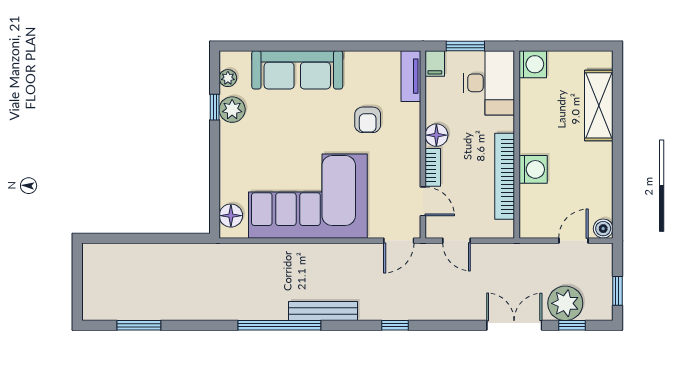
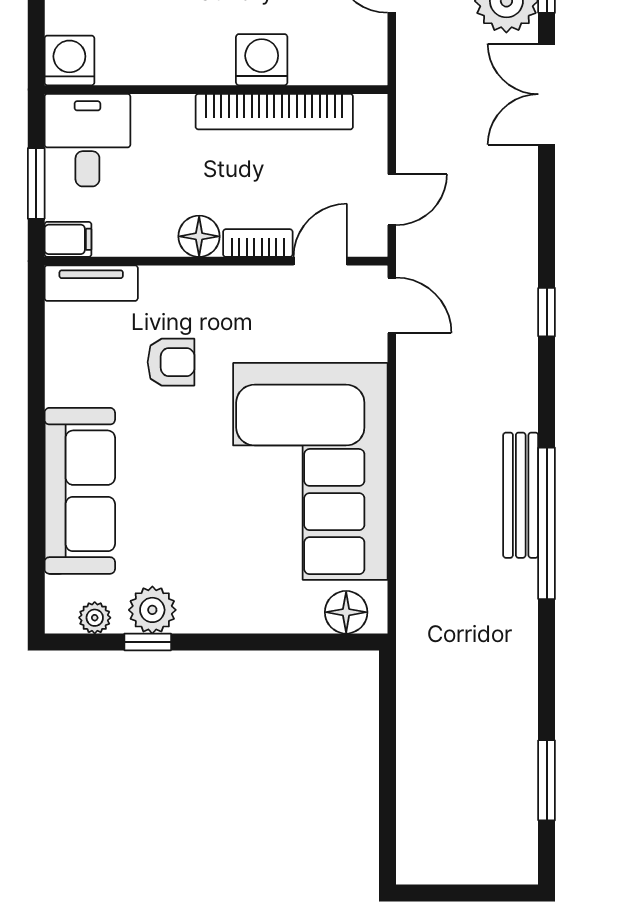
desk: (489, 83) -> (87, 140), width x0.73
bench: (323, 311) -> (521, 495), moved

